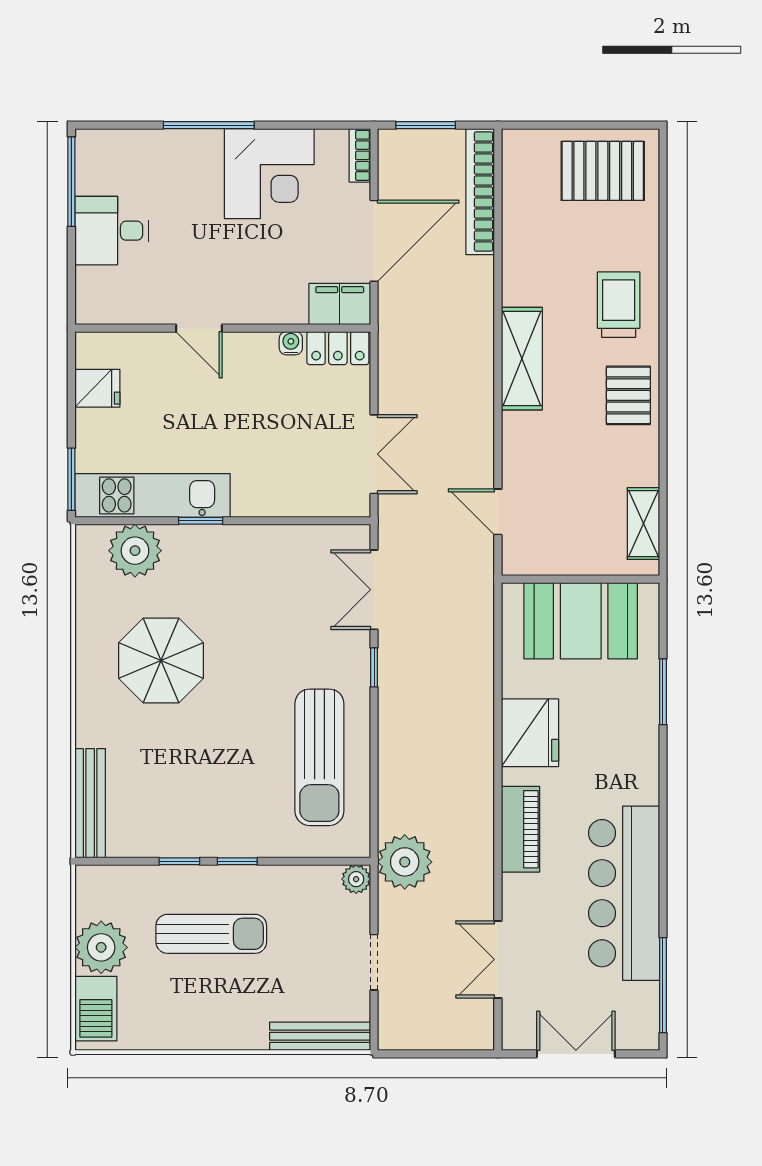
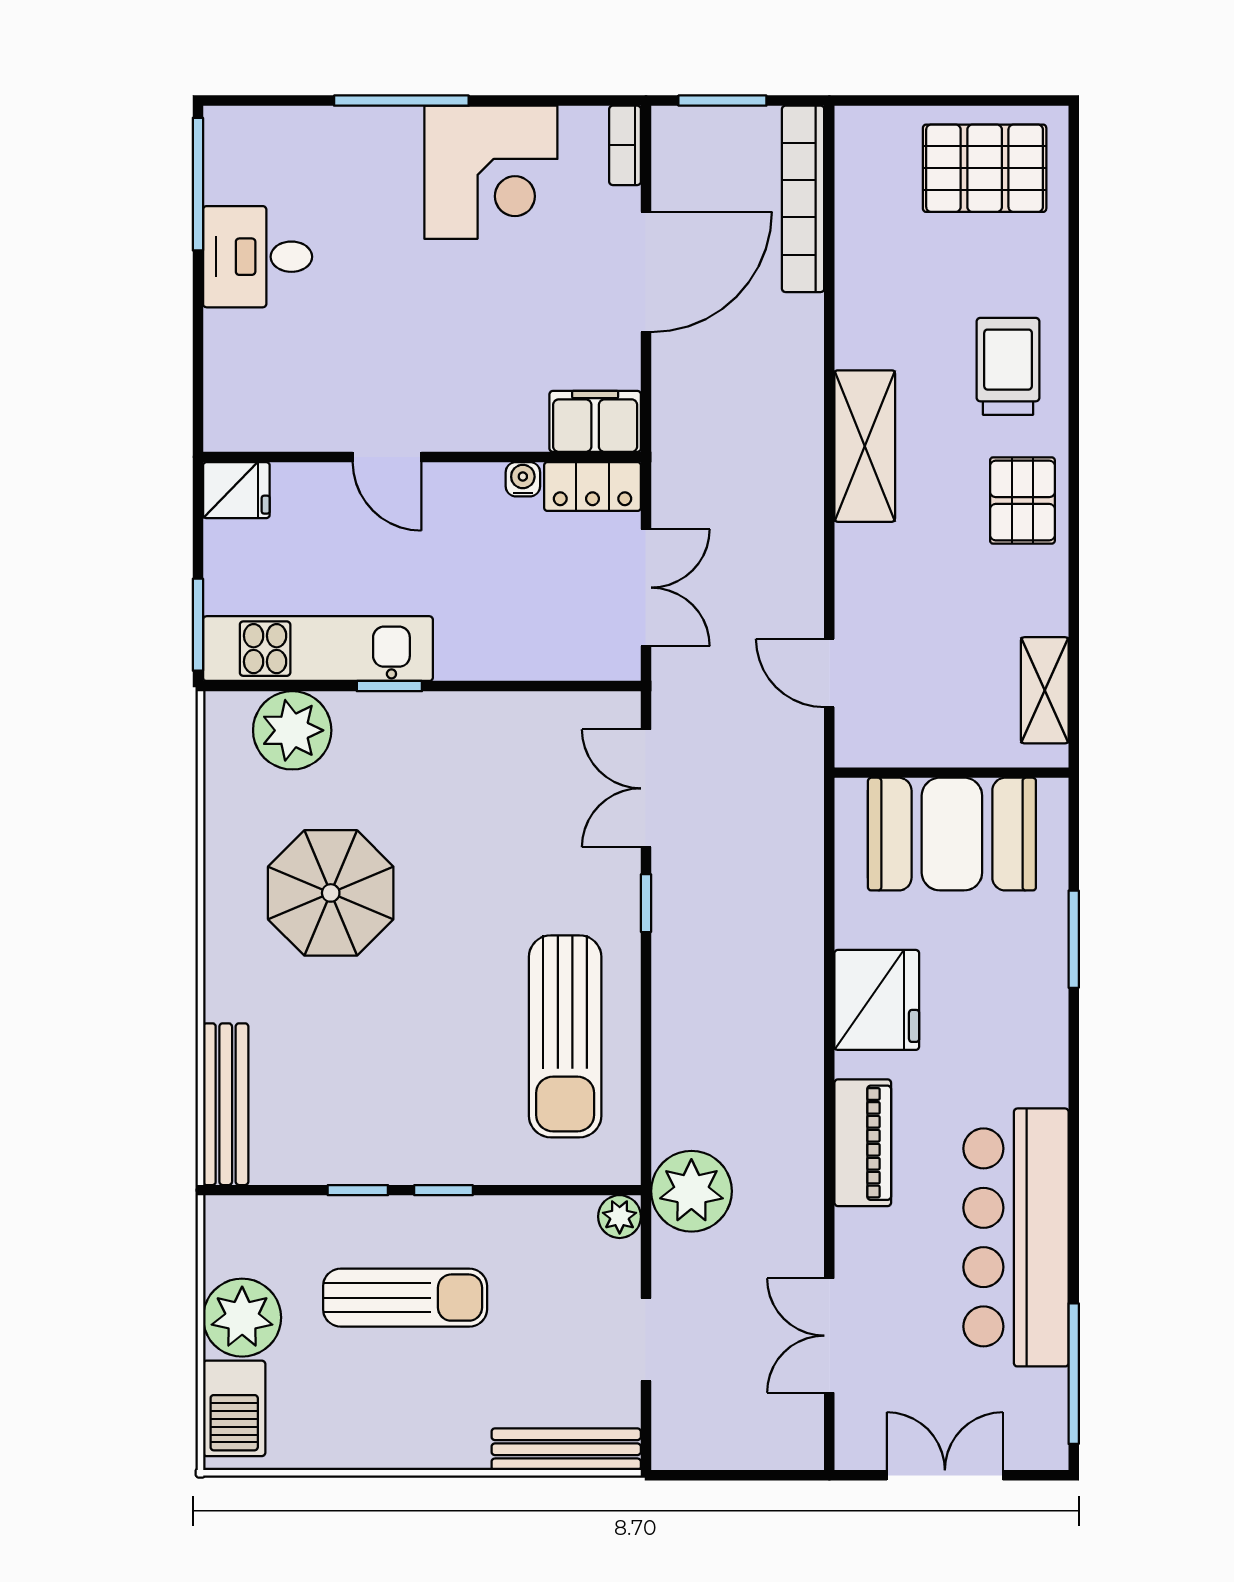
filing cabinet: (340, 304) -> (595, 421), moved
door: (199, 328) -> (387, 457), moved
wall: (223, 328) -> (422, 457), moved
water cooler: (291, 343) -> (523, 479), moved
locker: (338, 348) -> (593, 487), moved

